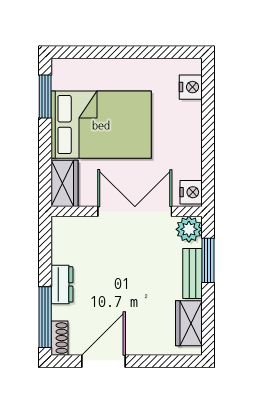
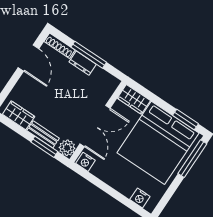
window: (91, 52) -> (192, 159), added
bed: (101, 125) -> (158, 143), width x1.36
window: (45, 317) -> (89, 55), moved
shoe rack: (59, 338) -> (59, 46), width x1.43

